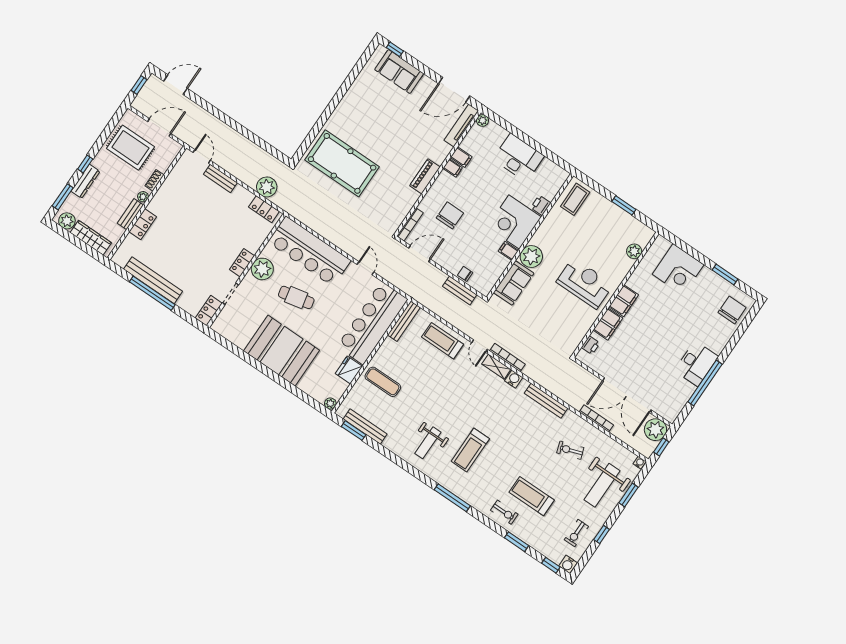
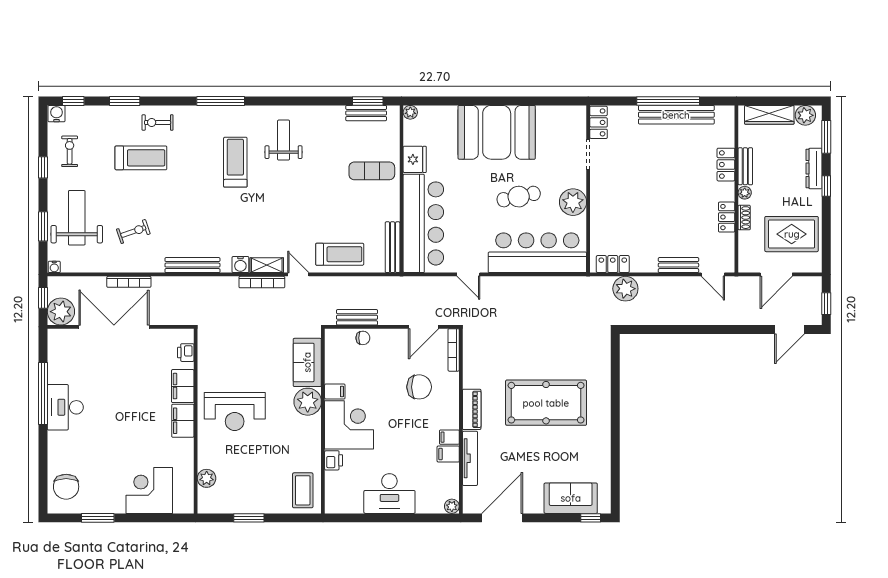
tv unit: (461, 126) -> (470, 458), moved
pool table: (342, 163) -> (546, 403), moved
chair: (450, 215) -> (419, 387), turned -90
locker: (242, 263) -> (727, 217), moved, turned 180
bench: (365, 427) -> (366, 113), width x0.73

